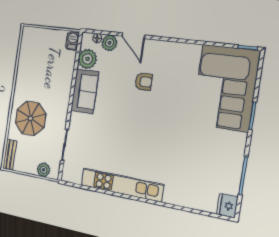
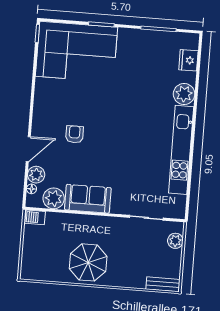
parasol: (31, 118) -> (88, 262), moved
plant: (174, 194) -> (184, 94), added
fridge: (227, 206) -> (188, 60), moved, turned 90

